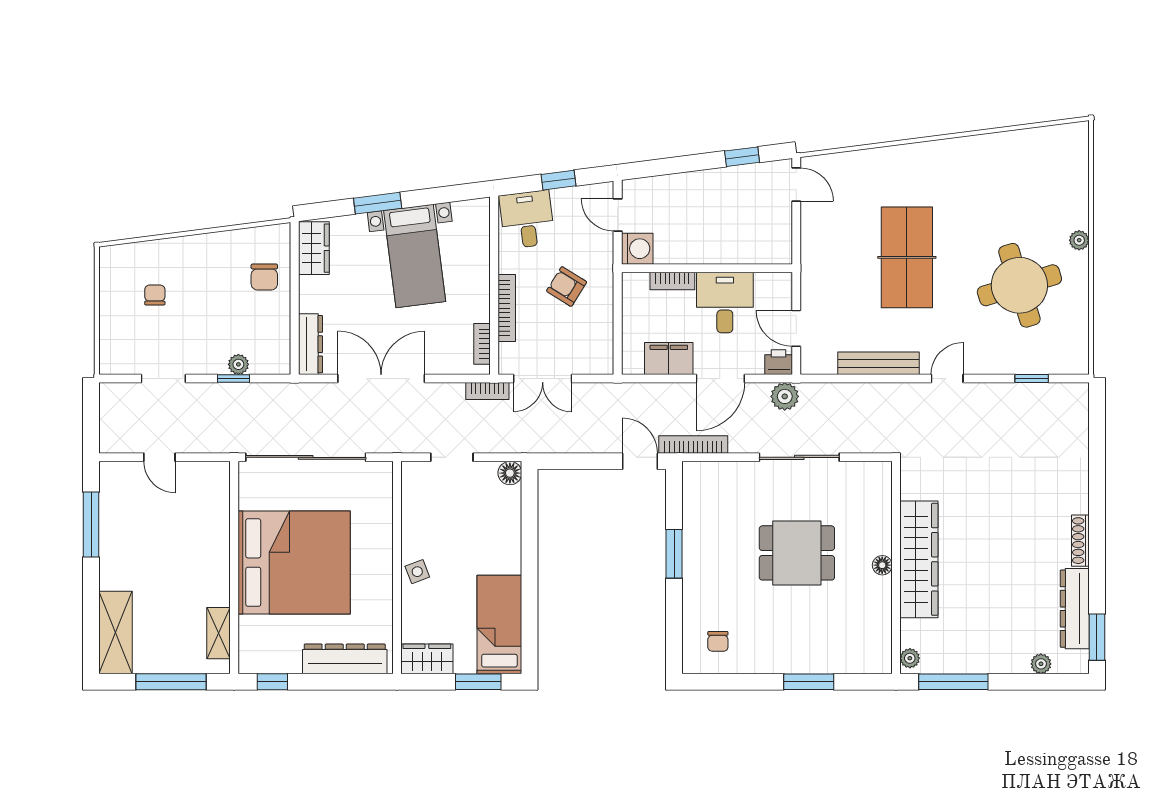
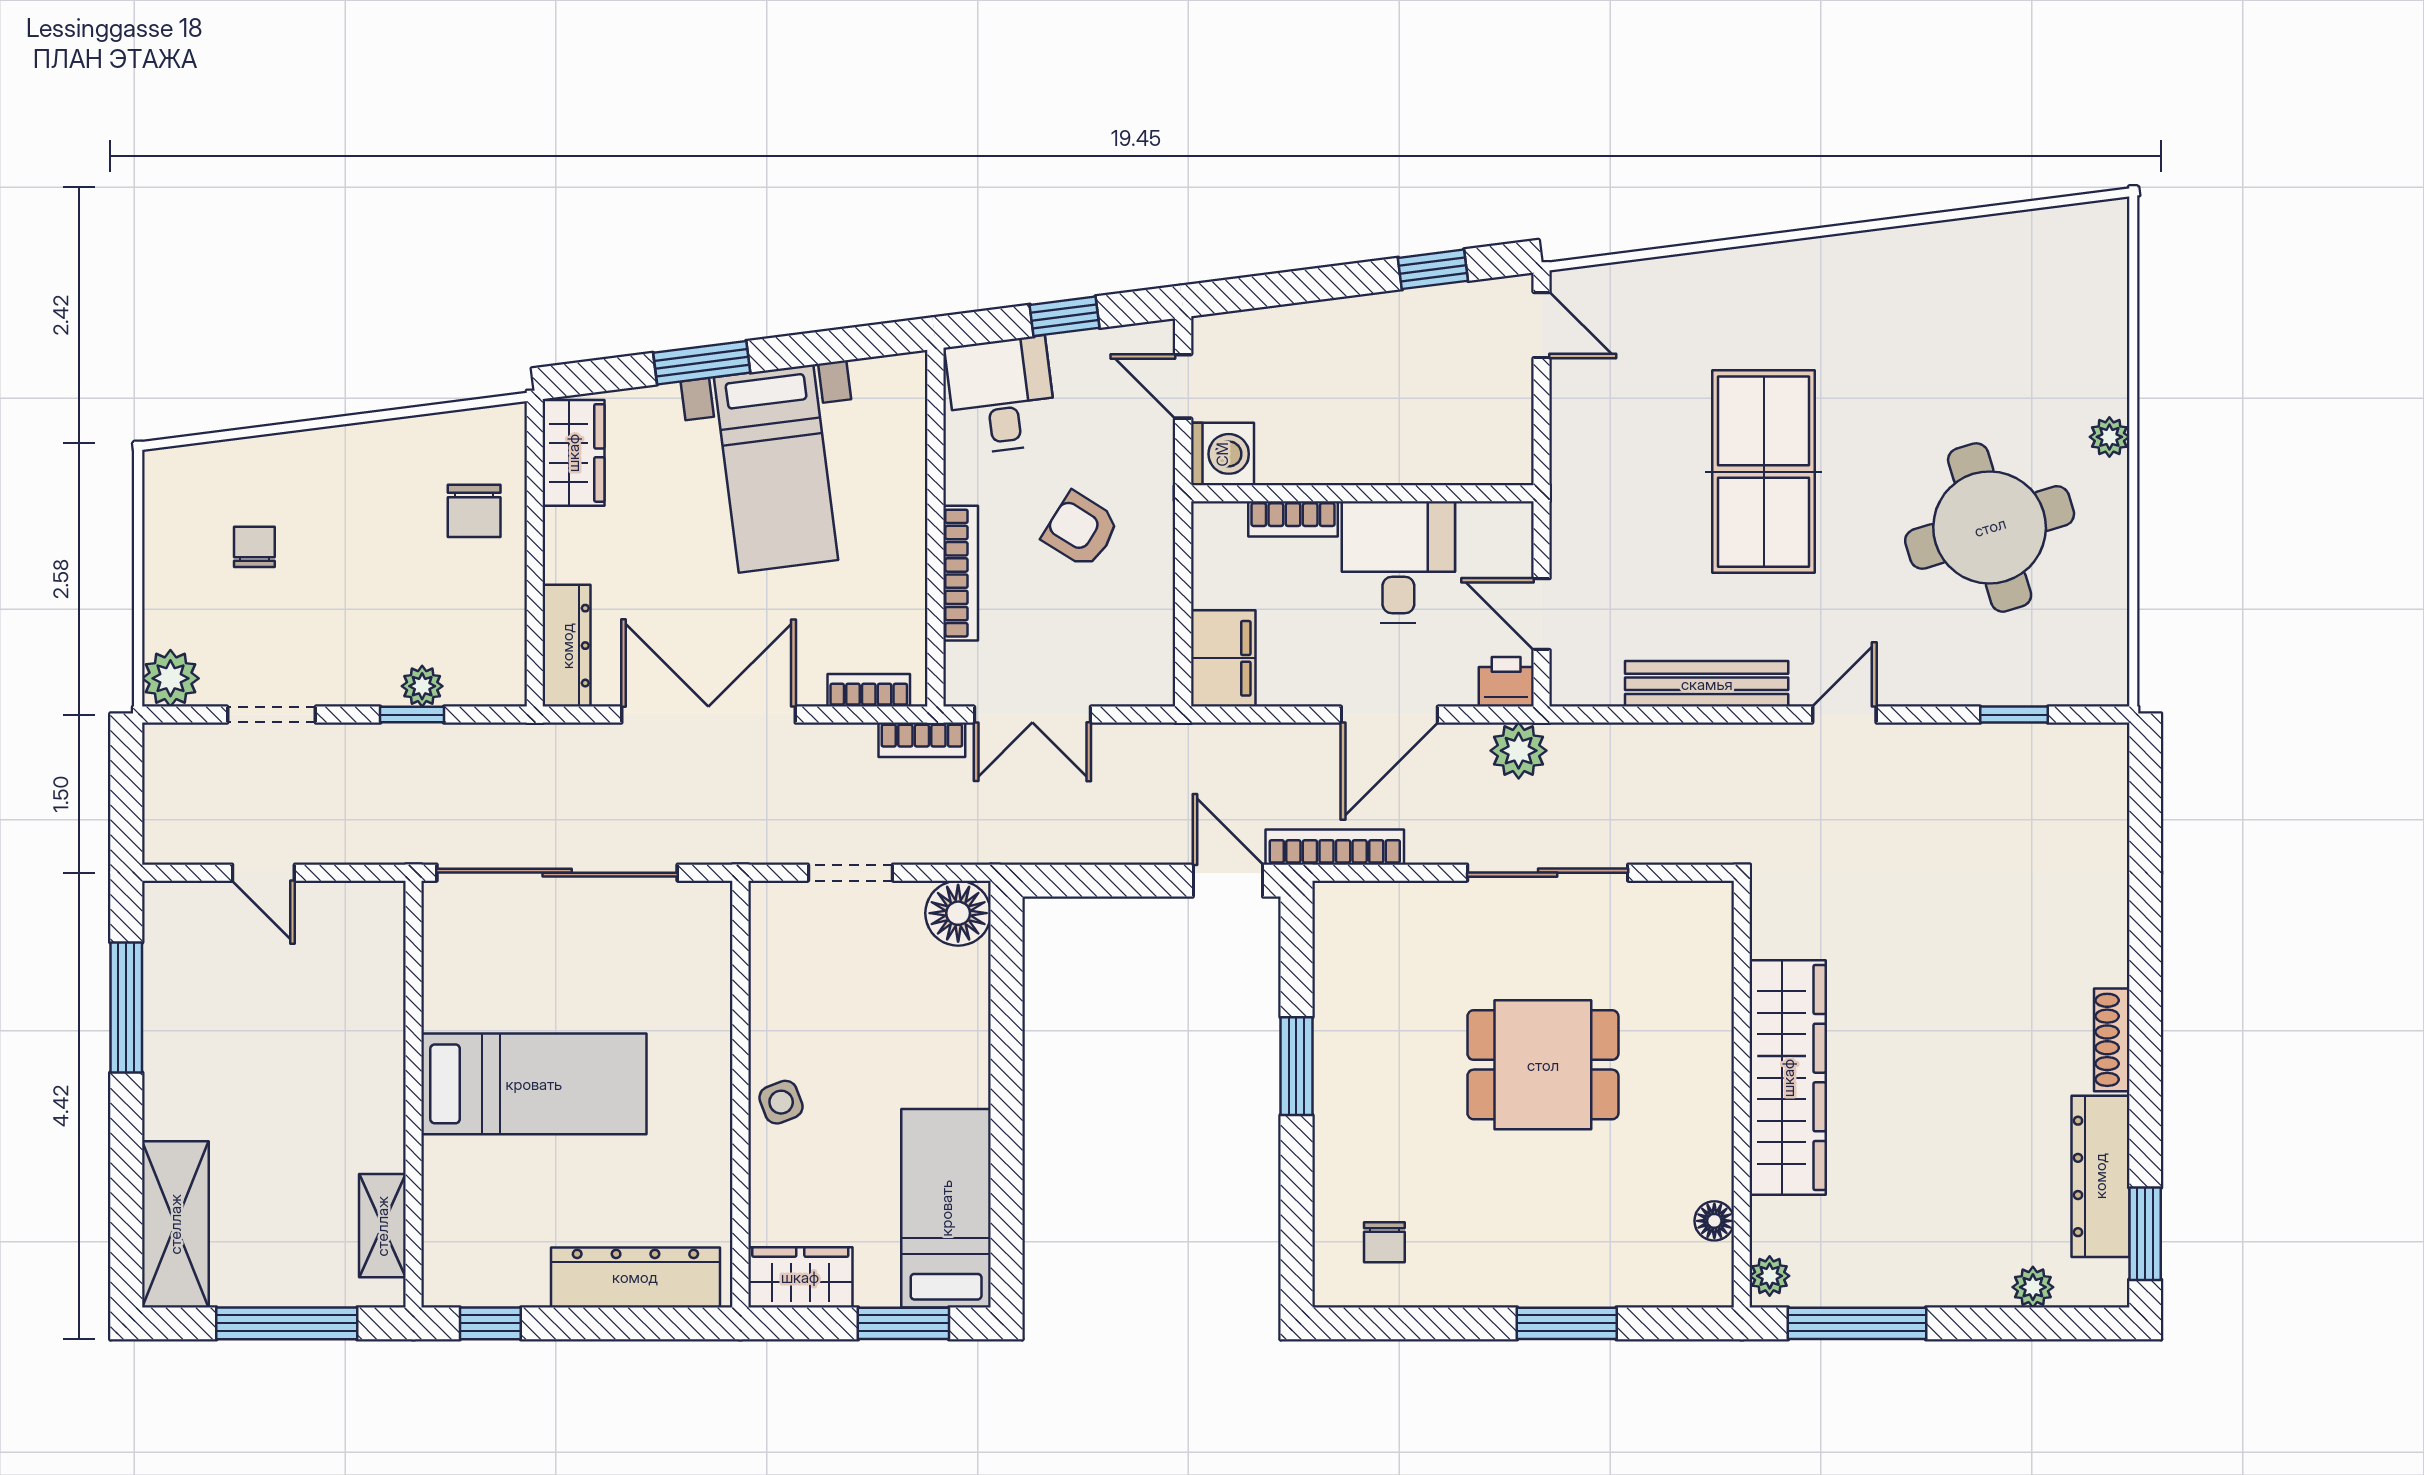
bookcase: (482, 344) -> (869, 690), moved, turned 90
filing cabinet: (669, 359) -> (1223, 658), moved, turned 90
plant: (113, 360) -> (170, 678), added
floor lamp: (510, 473) -> (958, 913), width x1.38, depth x1.38
bed: (294, 563) -> (534, 1084), width x0.49
floor lamp: (882, 565) -> (1714, 1221), moved

